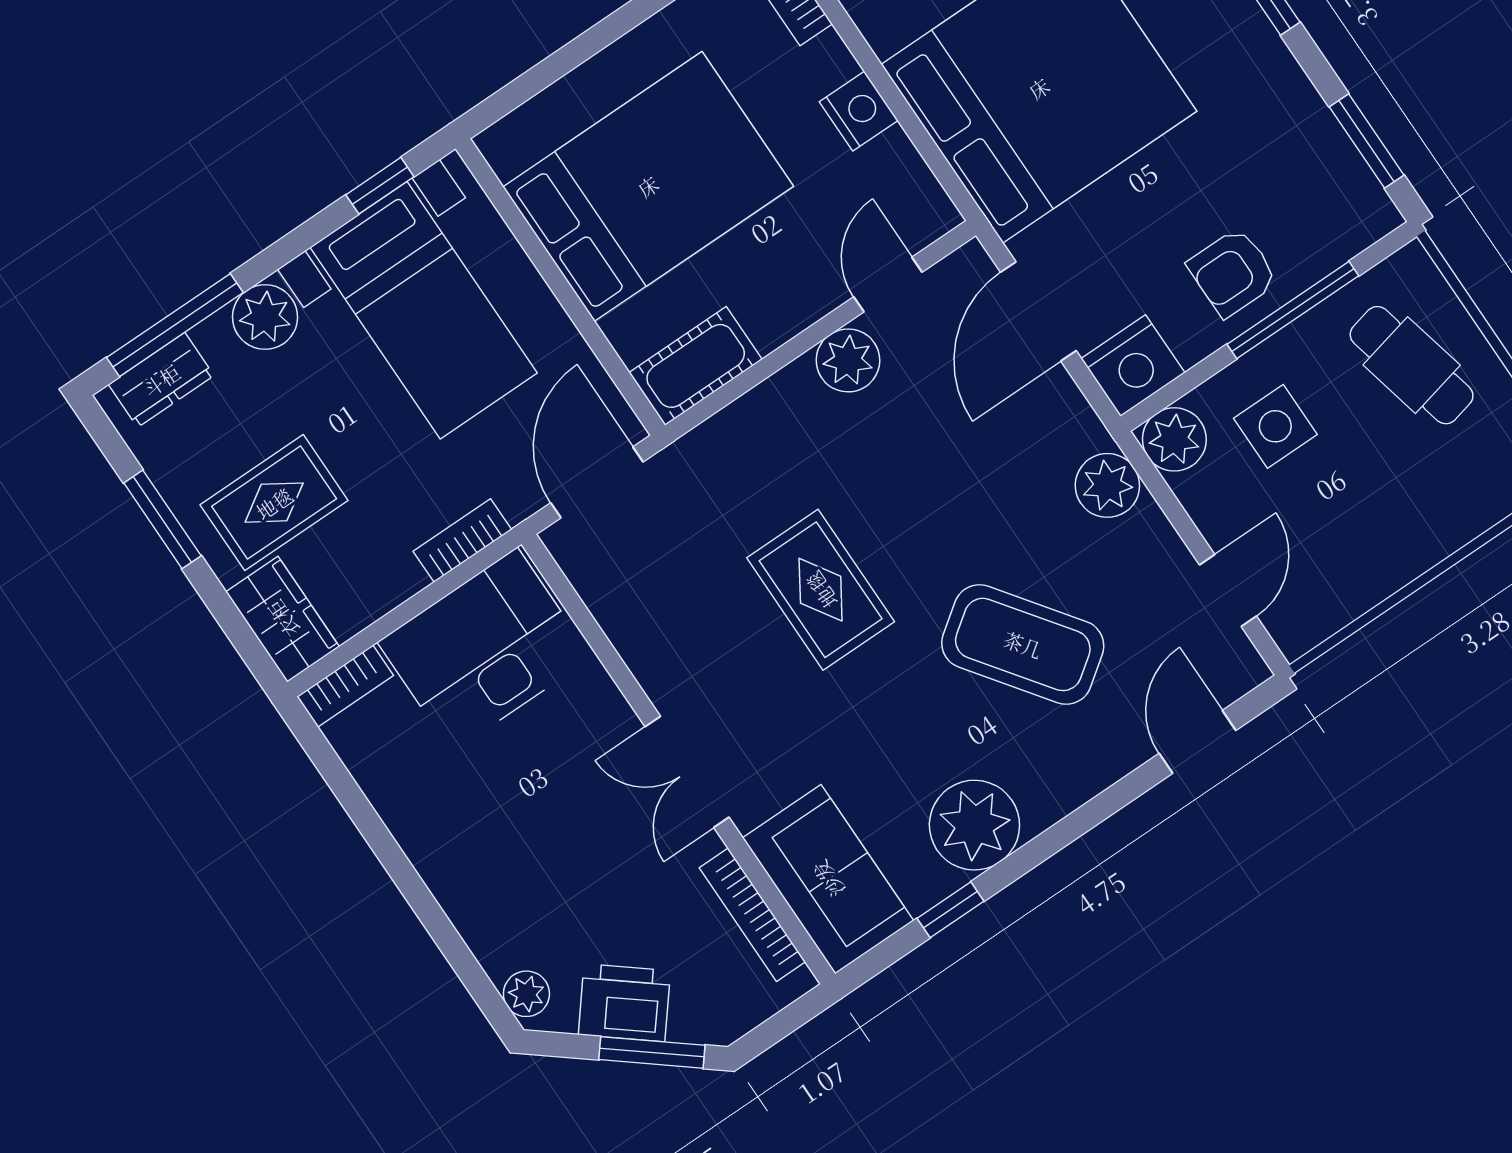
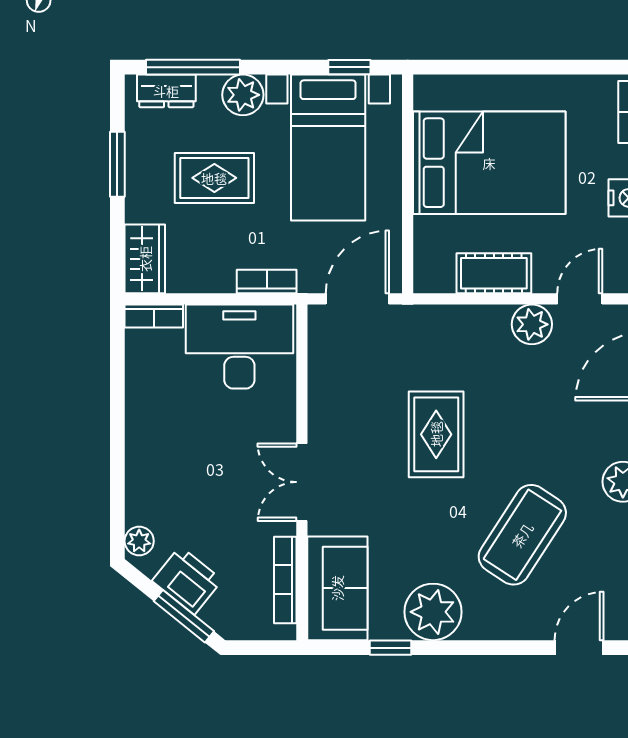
cot: (696, 366) -> (494, 273), moved
rug: (274, 503) -> (214, 178), moved
coffee table: (1023, 644) -> (522, 535), turned 69

